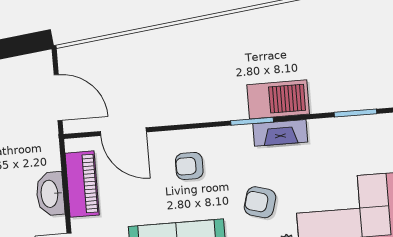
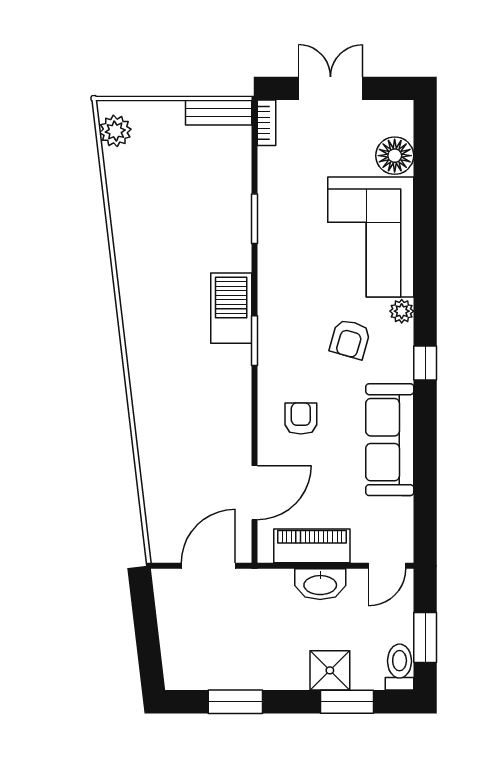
fireplace: (280, 133) -> (271, 309), removed
armchair: (189, 166) -> (301, 419), turned 180

